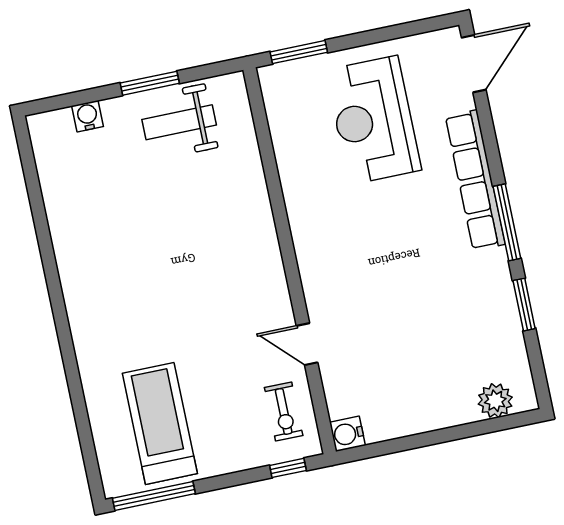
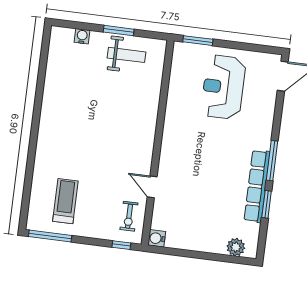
weight bench: (179, 122) -> (127, 55), turned 180
row of seats: (475, 180) -> (257, 186), moved
treadmill: (160, 423) -> (65, 201), width x0.73, depth x0.73

